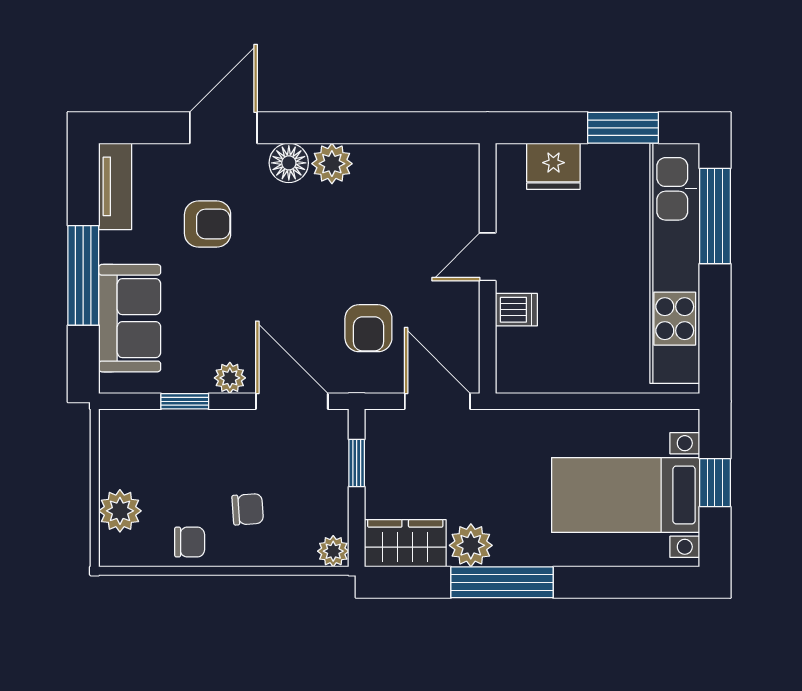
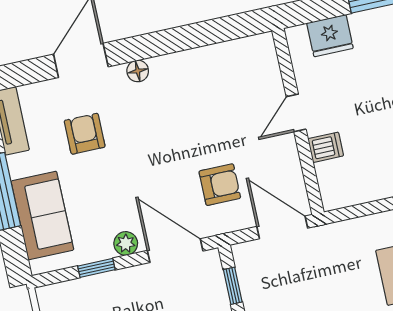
floor lamp: (289, 163) -> (138, 71), width x0.73, depth x0.73
plant: (332, 164) -> (166, 69), removed
armchair: (208, 224) -> (85, 134), turned -90
armchair: (368, 328) -> (220, 185), turned -90

